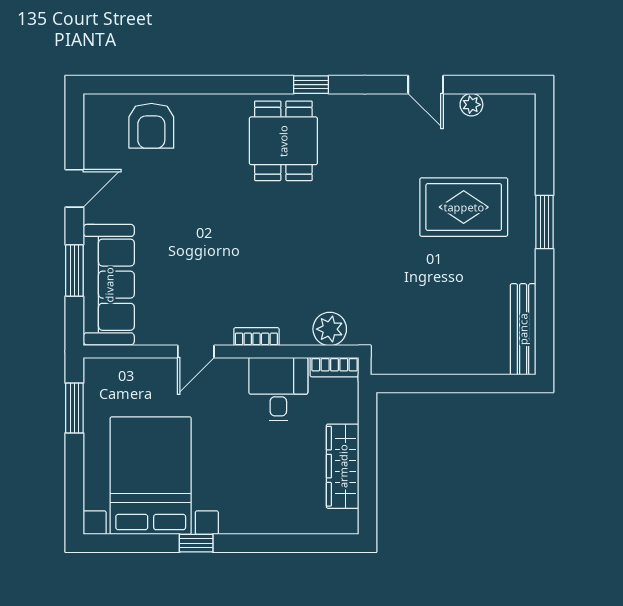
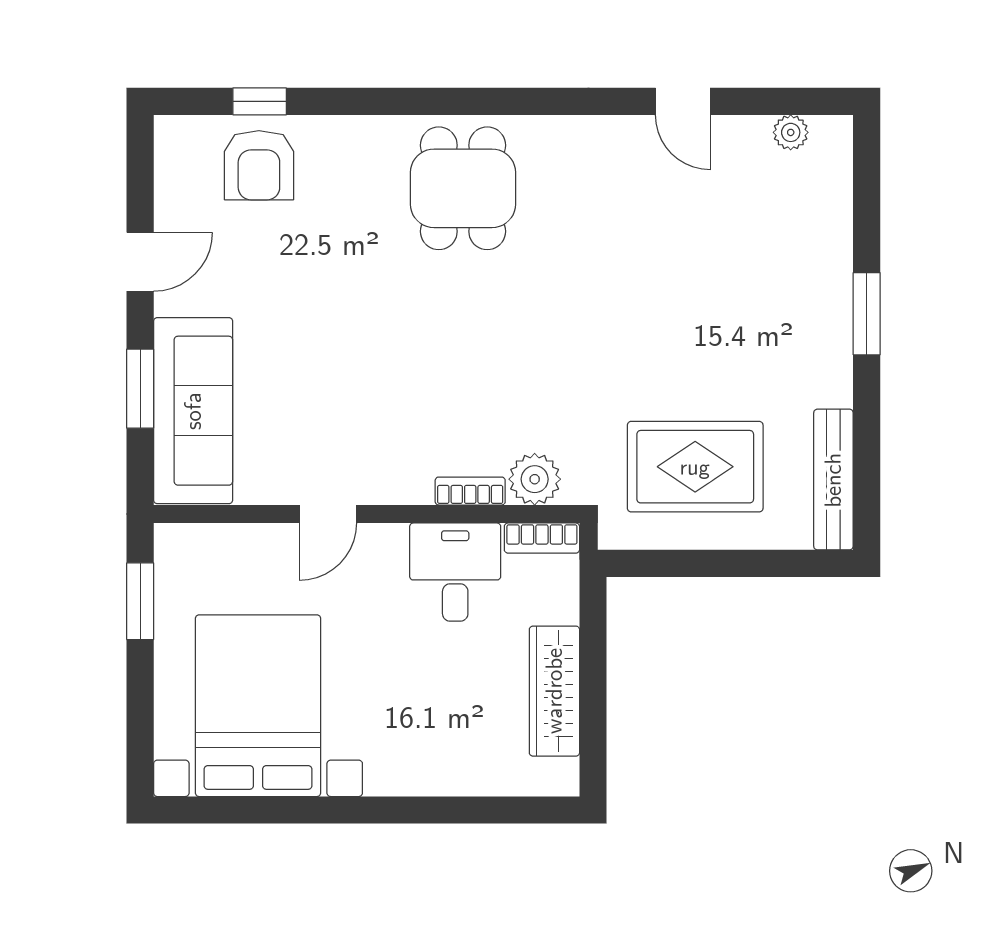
window: (311, 85) -> (260, 101), moved
plant: (471, 105) -> (791, 132), moved
rug: (464, 207) -> (695, 467), moved
bookcase: (256, 337) -> (470, 491), moved
window: (196, 543) -> (328, 810), removed

